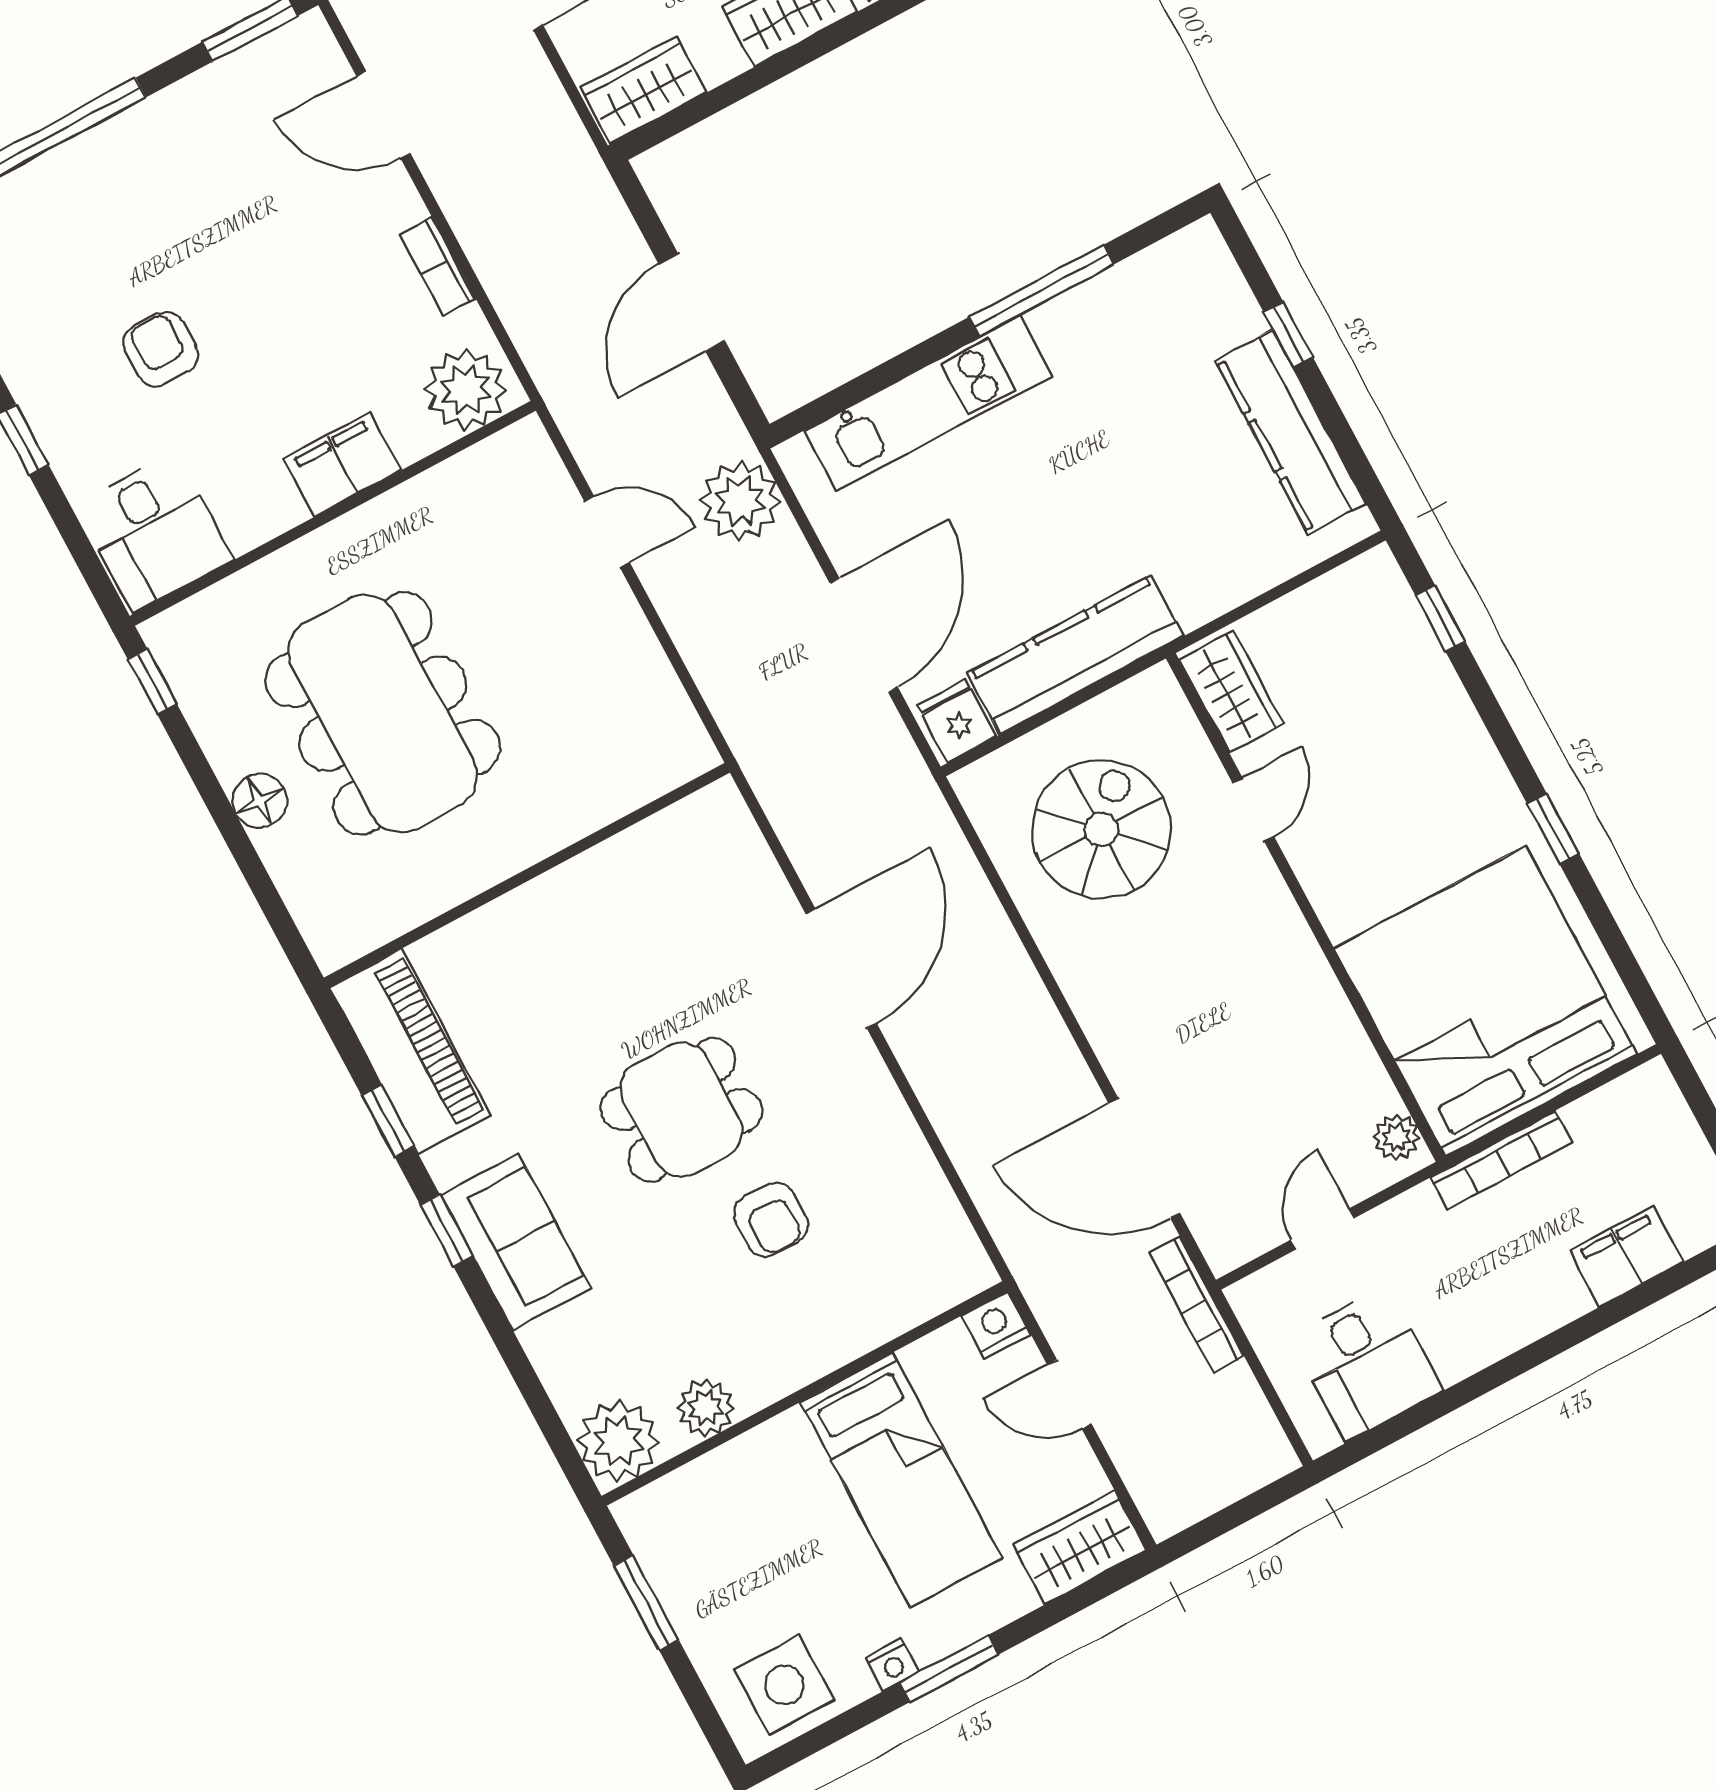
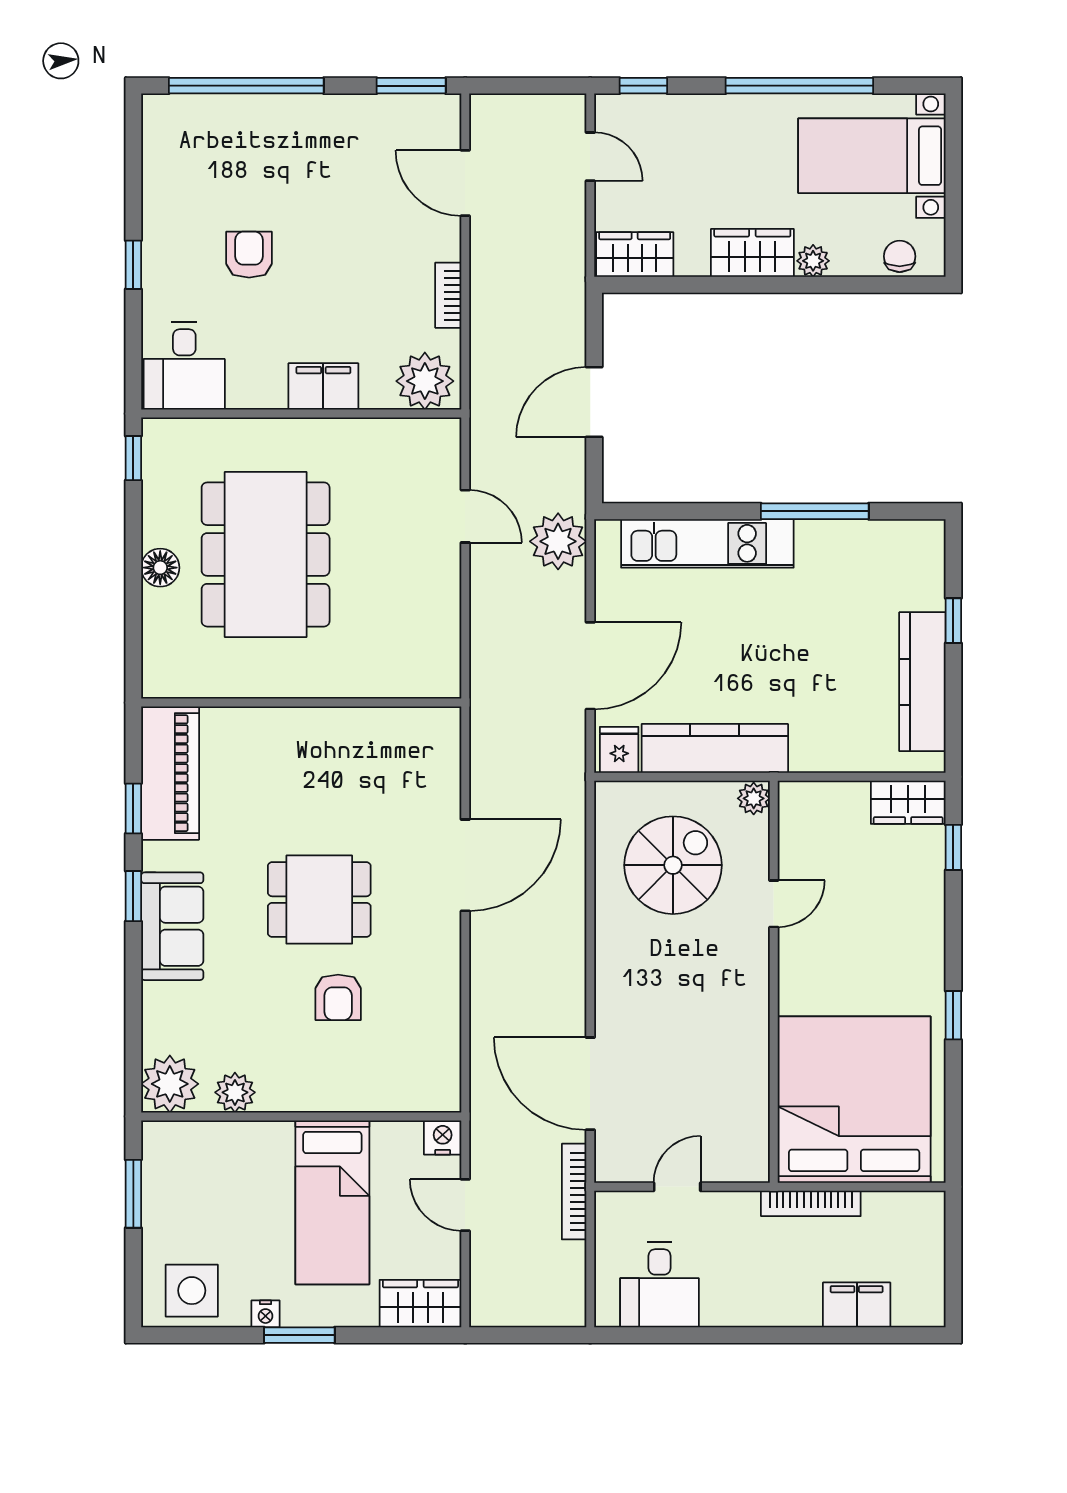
wardrobe: (1231, 692) -> (908, 802), moved, turned 90
plant: (1397, 1137) -> (754, 798), moved

